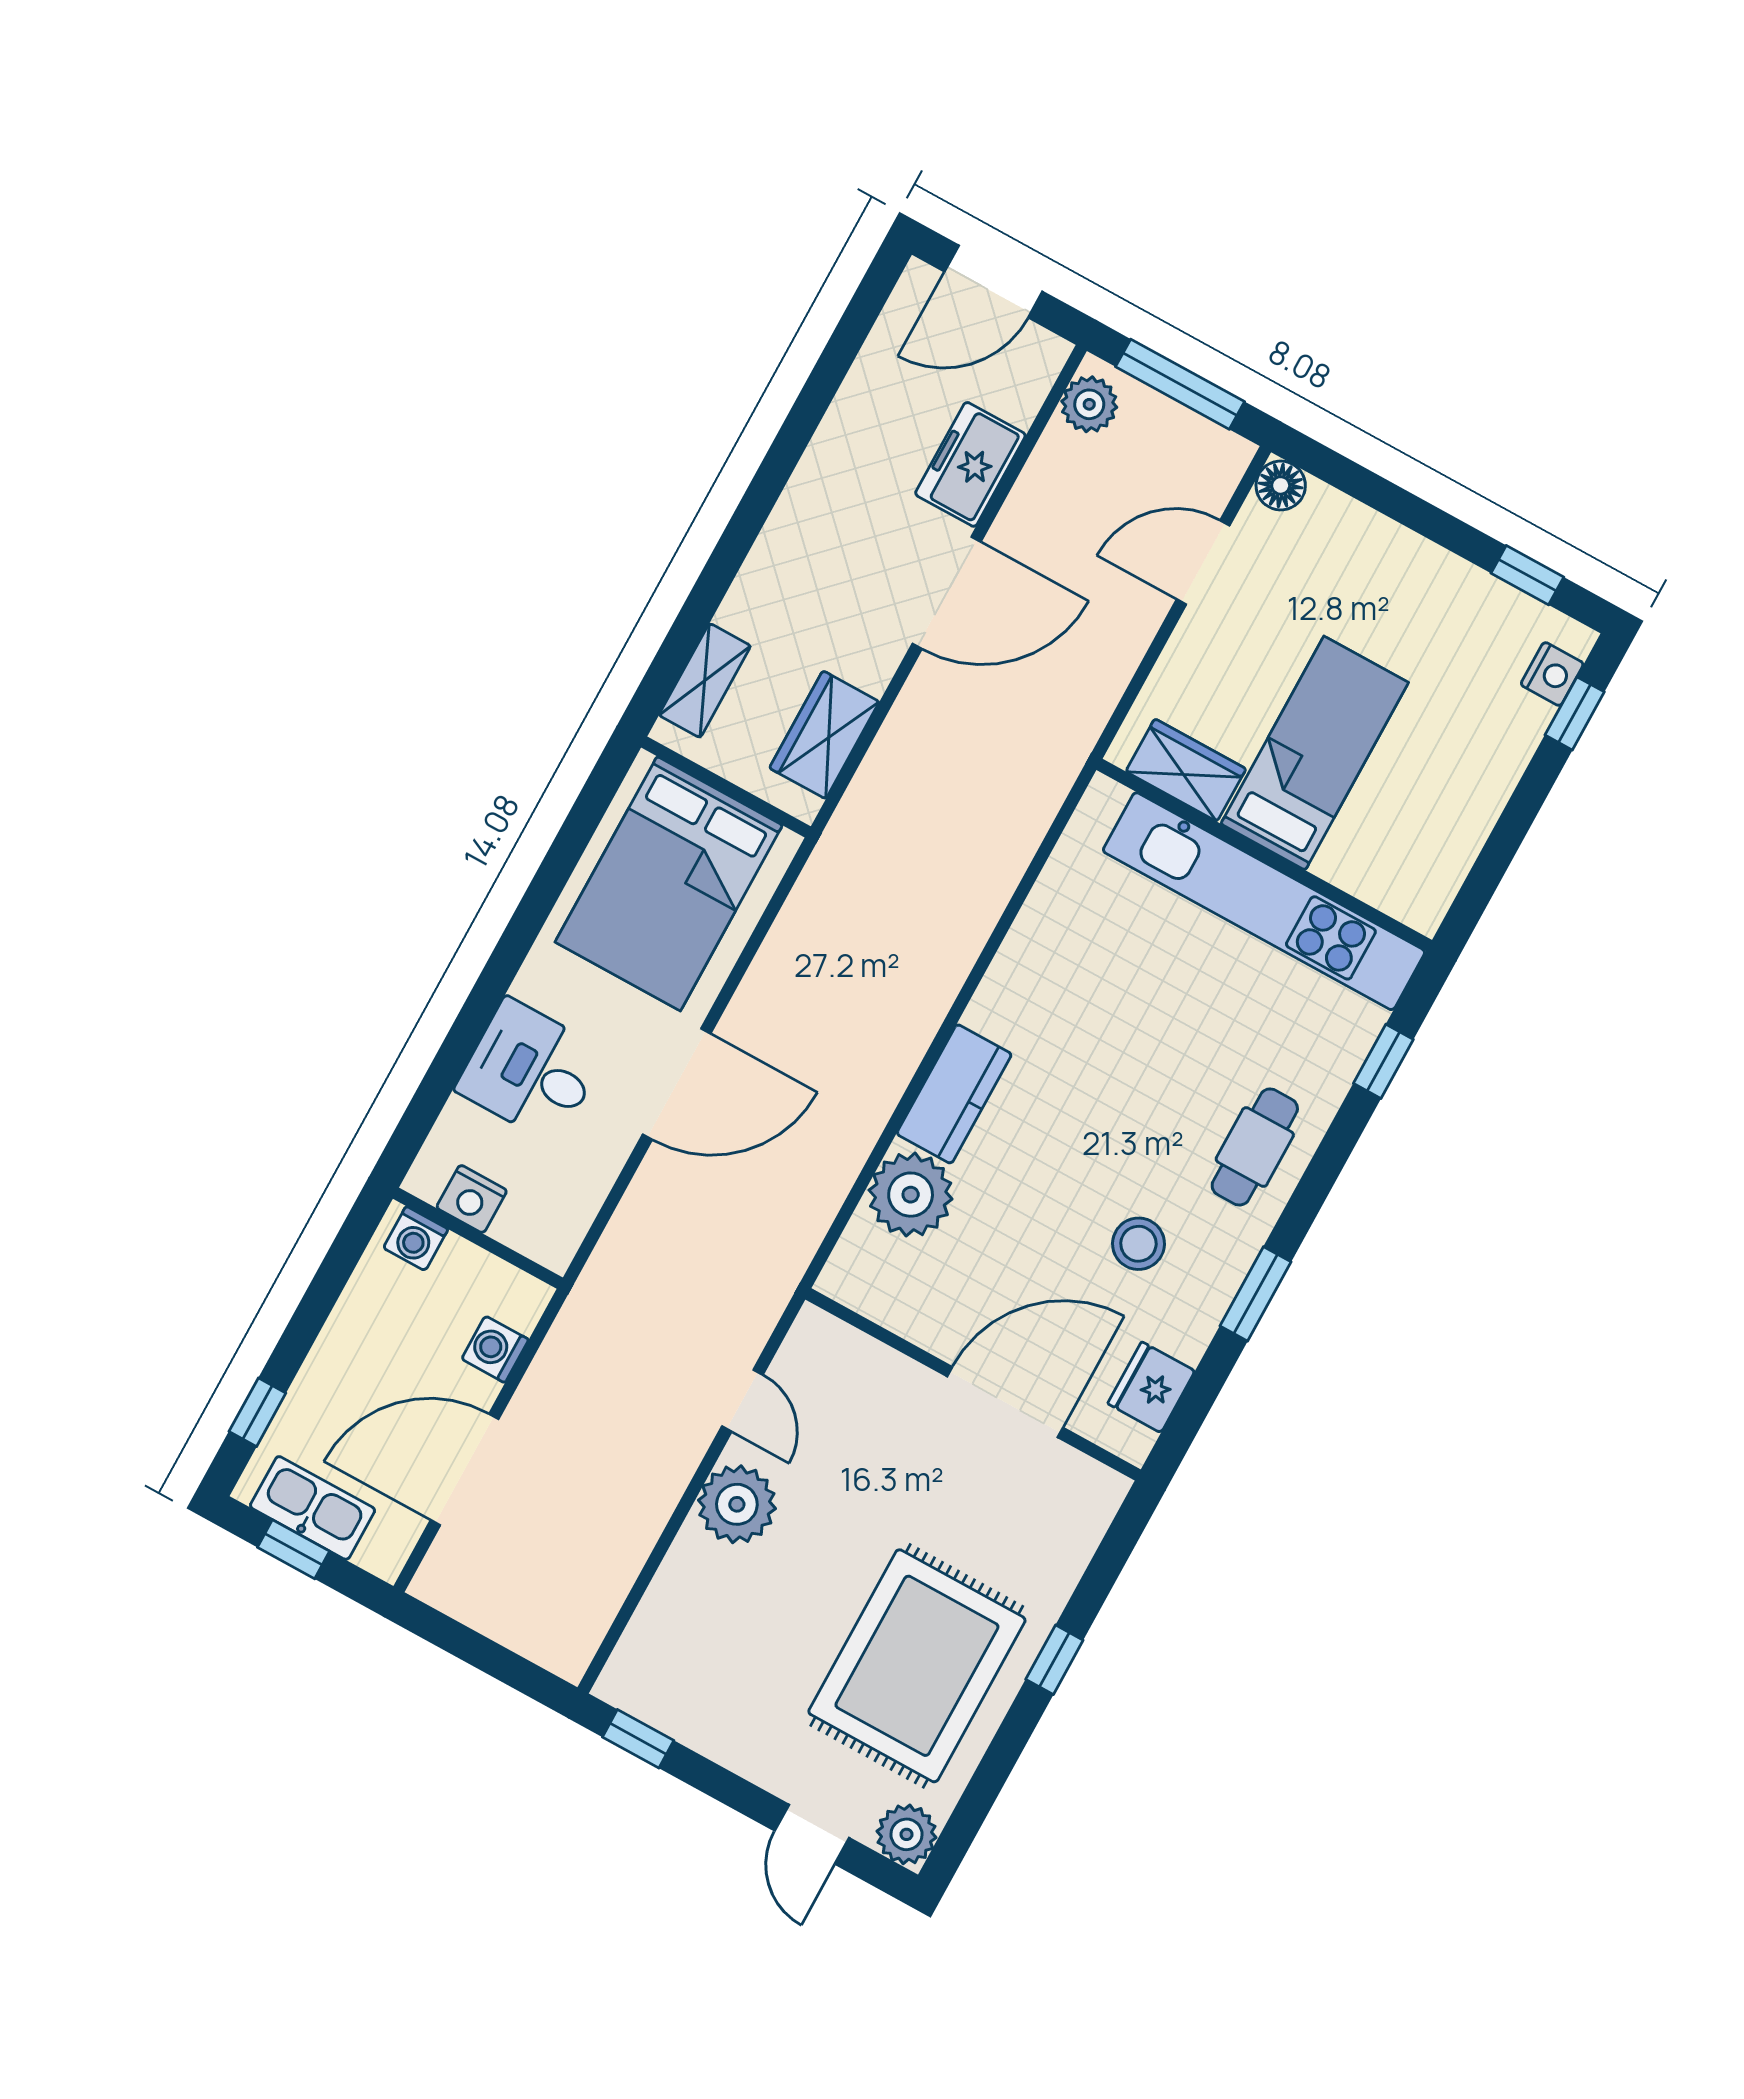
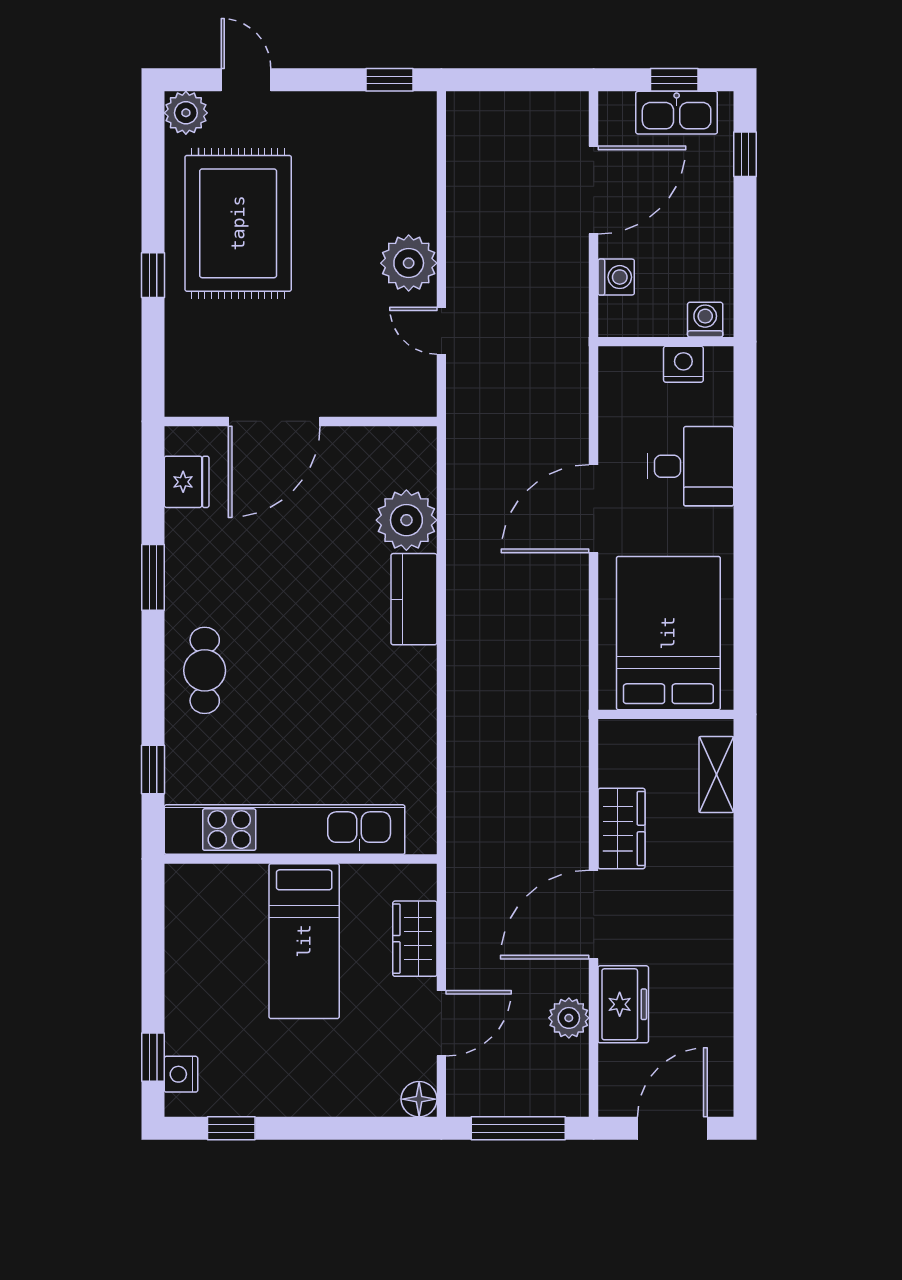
plant: (1089, 404) -> (569, 1018), moved
wardrobe: (824, 735) -> (621, 829), moved
wardrobe: (1186, 770) -> (415, 939), moved, turned 90
stool: (1138, 1244) -> (245, 568), removed

